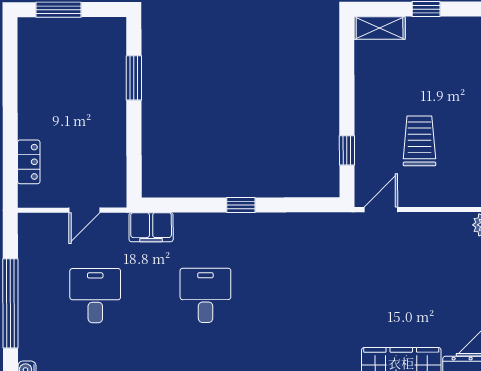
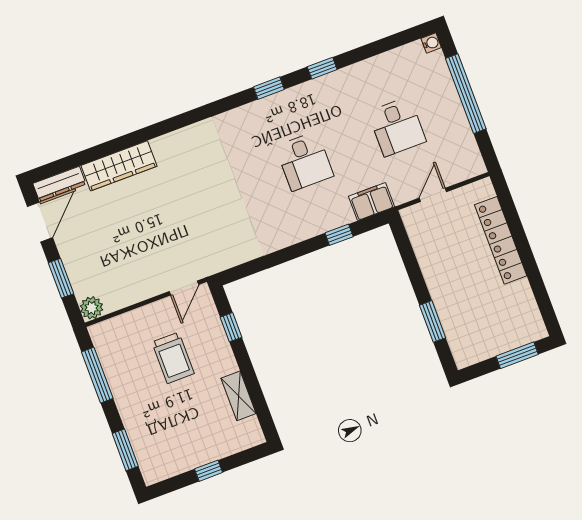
shelving: (380, 28) -> (239, 396), moved, turned 90
locker: (29, 162) -> (501, 240), width x2.16, depth x1.21
window: (241, 205) -> (339, 235), moved

